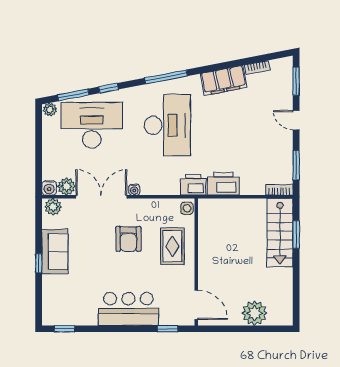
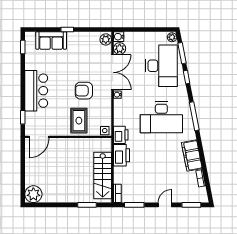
stairs: (280, 233) -> (103, 176), moved, turned -90
rug: (172, 246) -> (79, 121), turned 90
sofa: (55, 251) -> (51, 41), moved
plant: (254, 313) -> (33, 194), moved

